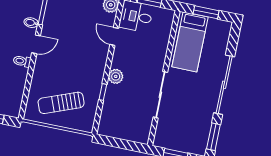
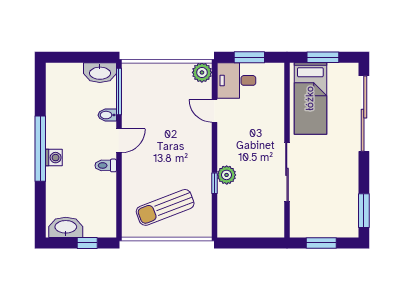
plant: (116, 76) -> (227, 175), moved
sliding door: (224, 85) -> (364, 114), moved

